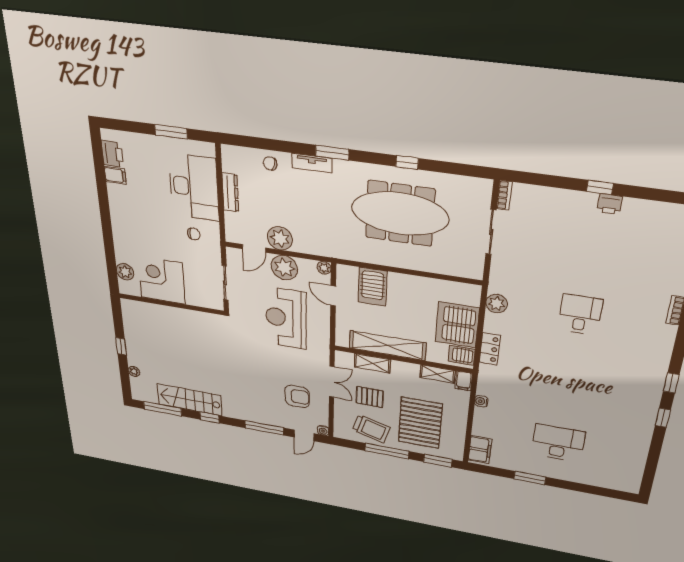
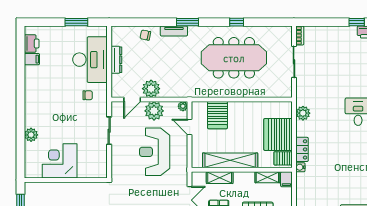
corner desk: (162, 280) -> (60, 161), moved
wall: (171, 304) -> (66, 180), moved
water cooler: (481, 401) -> (300, 167), moved

